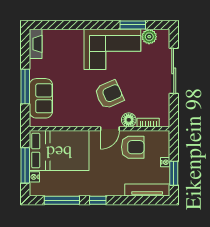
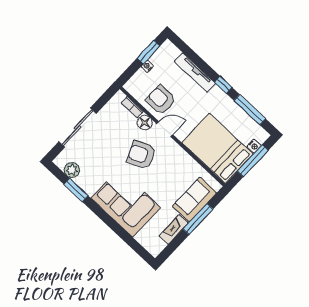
fireplace: (36, 44) -> (174, 229), moved
corner sofa: (112, 49) -> (126, 203), moved
tv unit: (147, 190) -> (195, 73), moved

